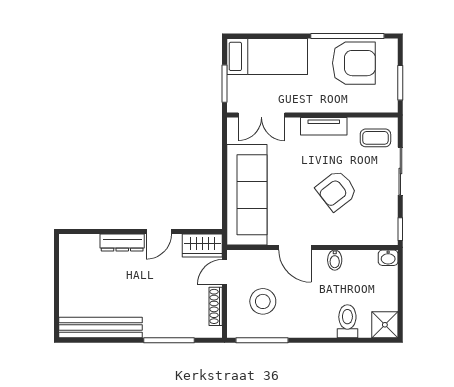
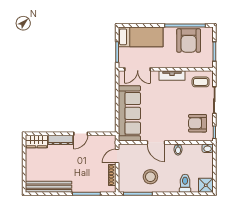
armchair: (354, 63) -> (189, 40), turned 90
armchair: (336, 190) -> (198, 123), moved, turned 38
wardrobe: (202, 245) -> (36, 141), moved
stool: (263, 301) -> (150, 177), moved

